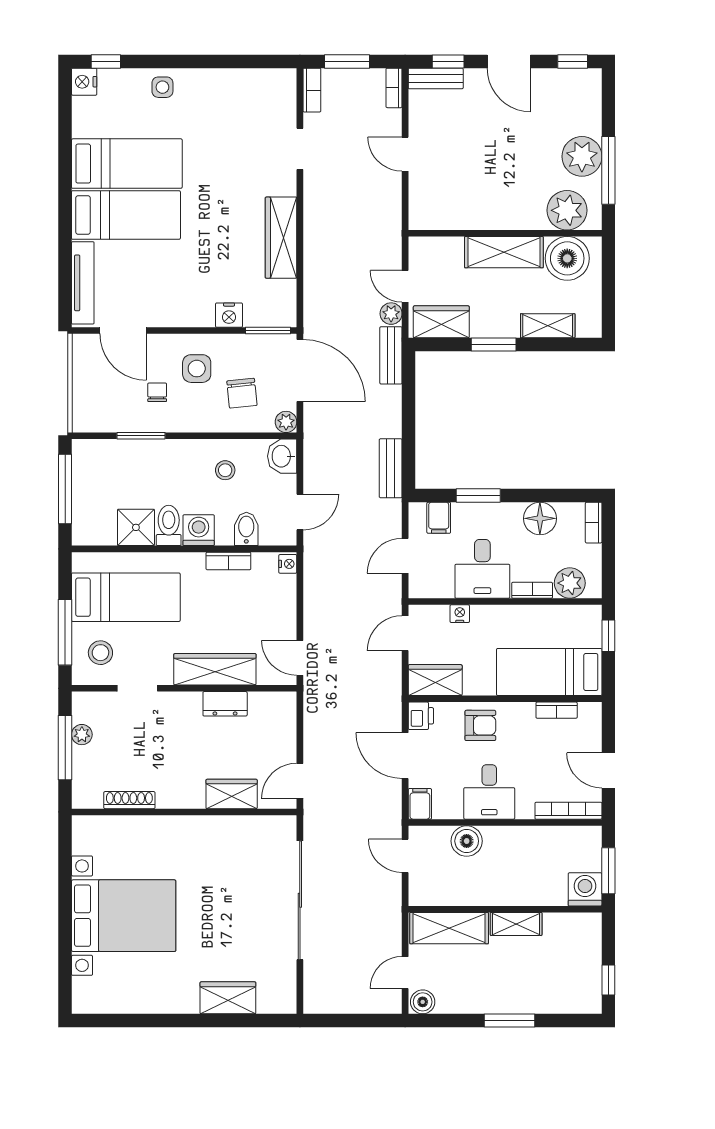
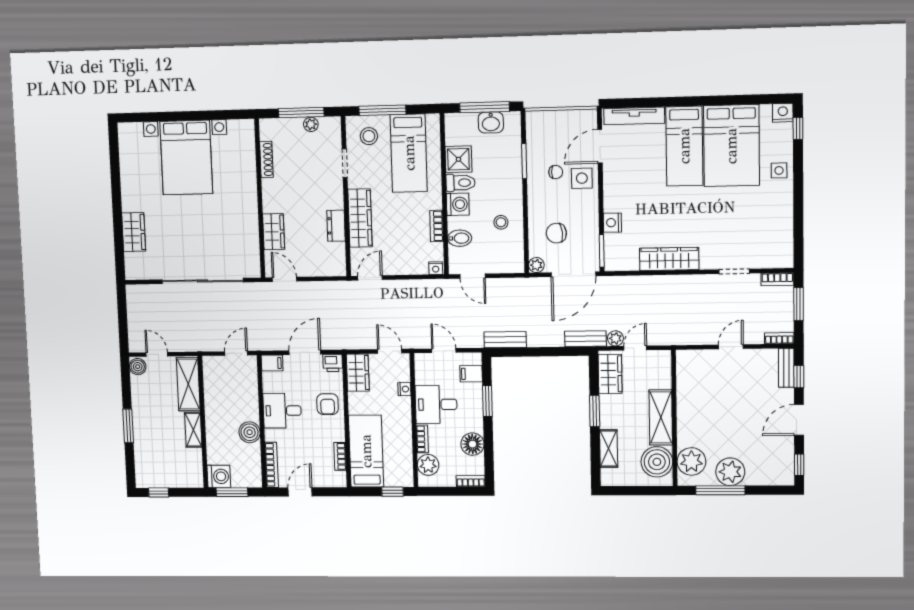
bed: (127, 164) -> (731, 146), width x1.50
side table: (197, 369) -> (582, 178), moved
washbasin: (282, 456) -> (491, 122), moved, turned 180
boiler: (467, 841) -> (250, 432), moved

